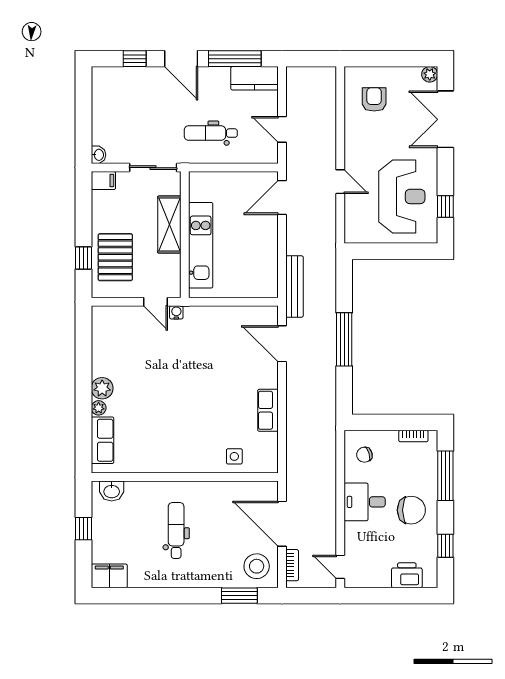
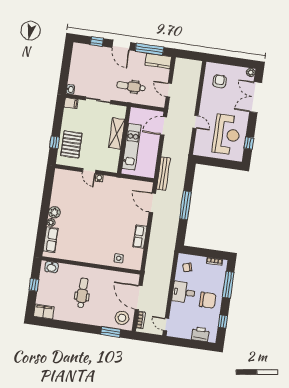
shelving: (169, 225) -> (117, 134), moved
wall: (185, 235) -> (124, 140), moved
kitchen unit: (201, 245) -> (132, 147), moved

